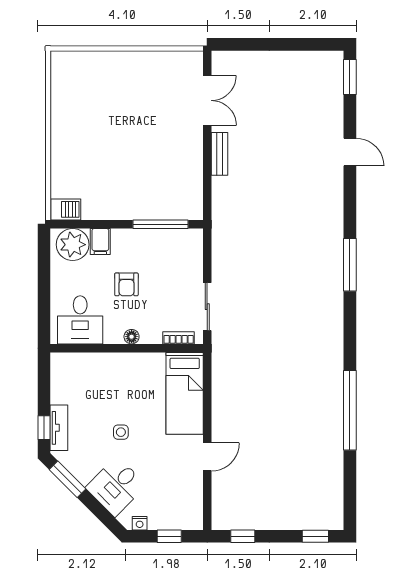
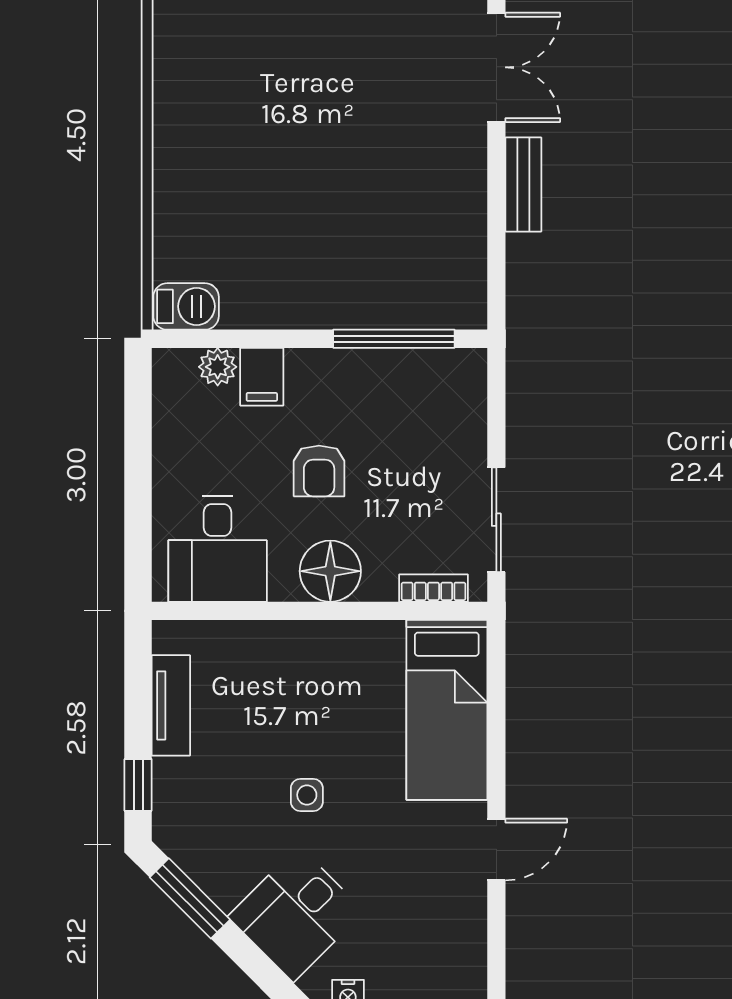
plant: (73, 245) -> (218, 367), width x0.53, depth x0.53
floor lamp: (132, 337) -> (330, 571), width x1.89, depth x1.89
tv unit: (59, 428) -> (171, 705), moved

